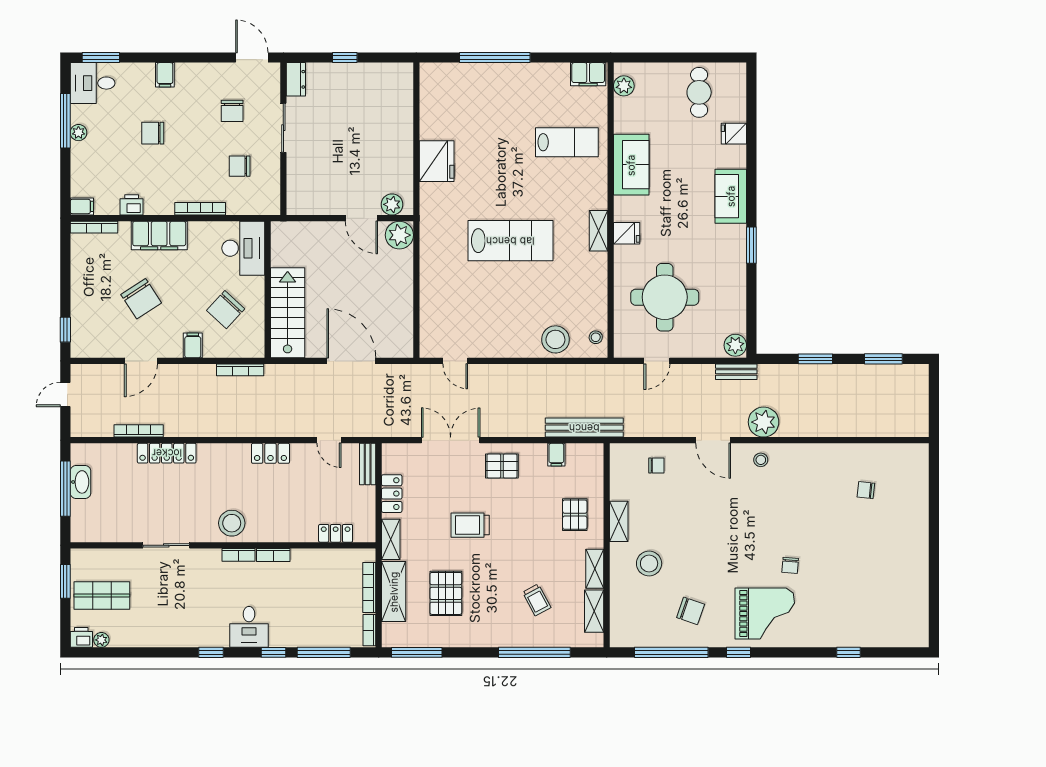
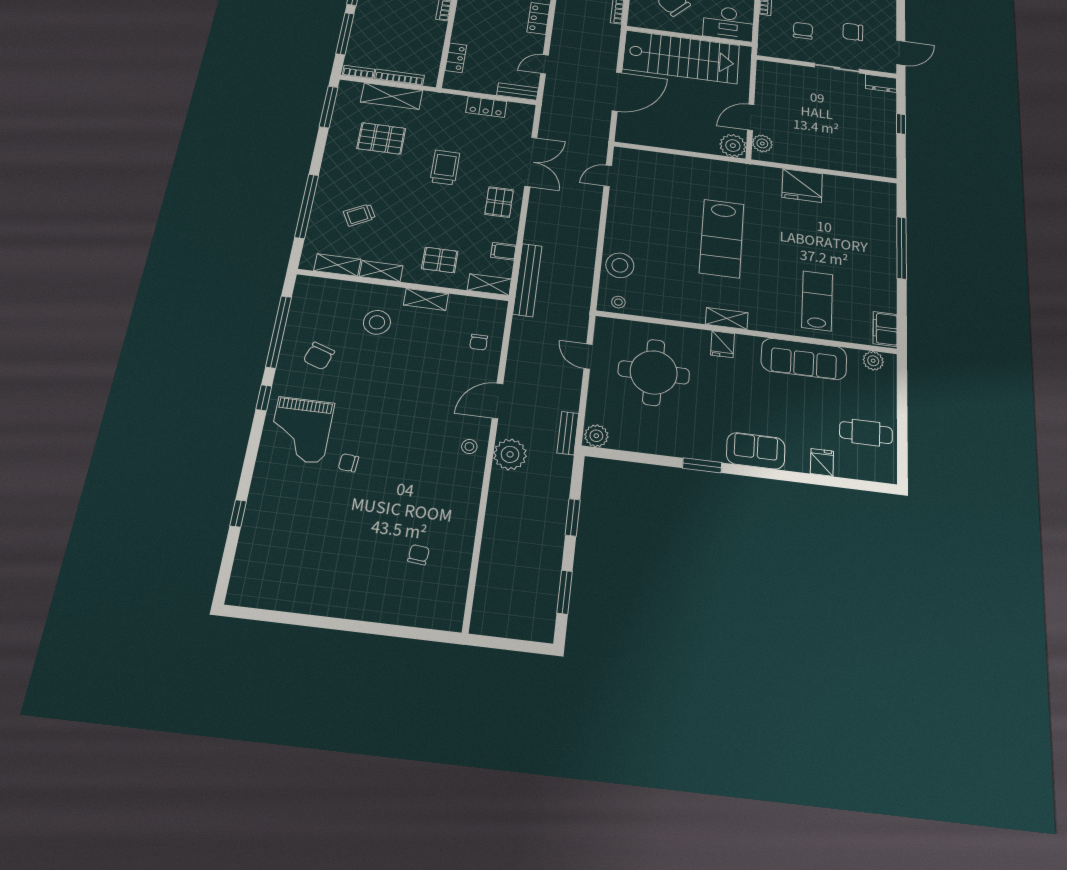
lab bench: (567, 142) -> (817, 301), turned 180
sofa: (631, 165) -> (804, 359), width x1.36
stairs: (288, 313) -> (681, 57), width x1.36, depth x1.51
shelving: (391, 539) -> (489, 285), moved

